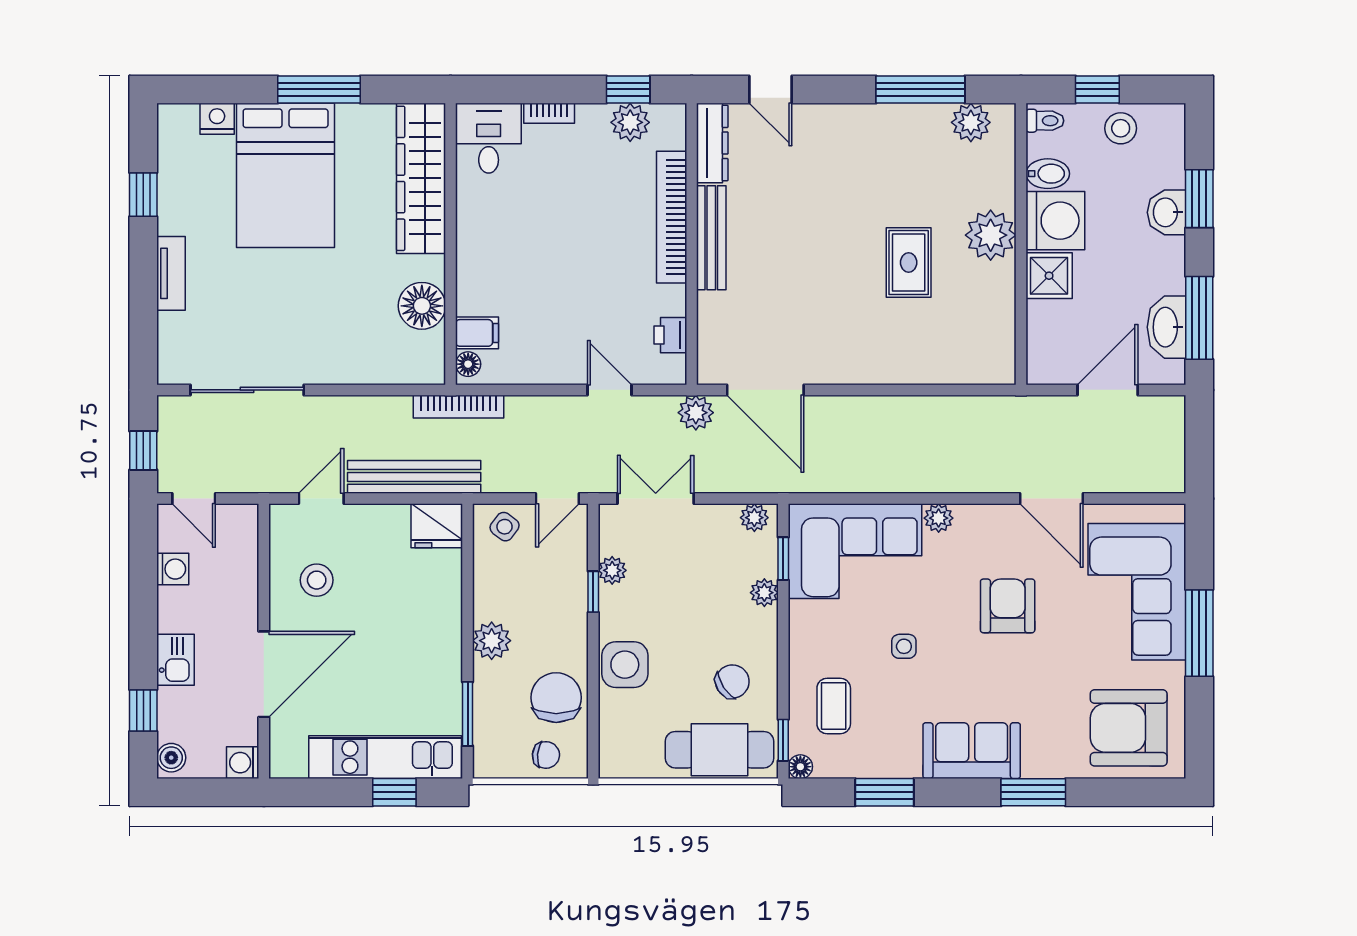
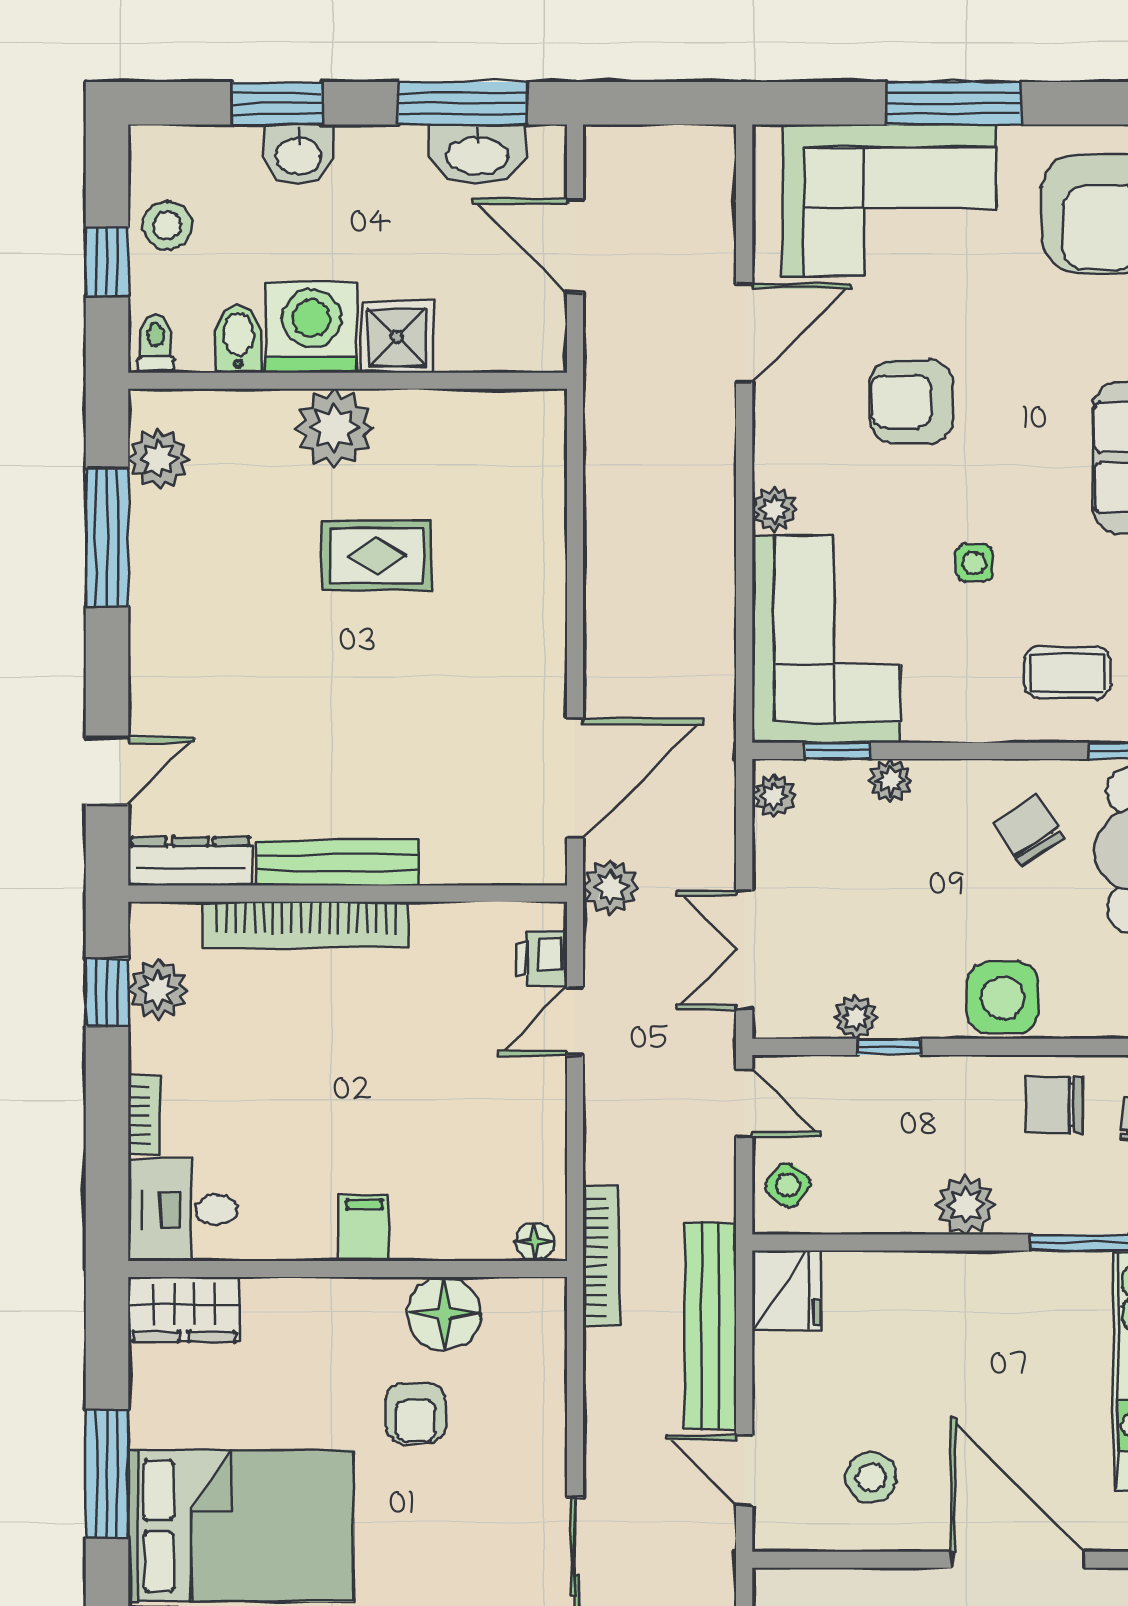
wardrobe: (421, 178) -> (184, 1309), width x0.48, depth x0.85
armchair: (358, 288) -> (416, 1413), added
filing cabinet: (477, 333) -> (364, 1228), moved
printer: (670, 335) -> (542, 959), moved, turned 90
chair: (556, 698) -> (1054, 1105), width x0.73, depth x0.73

